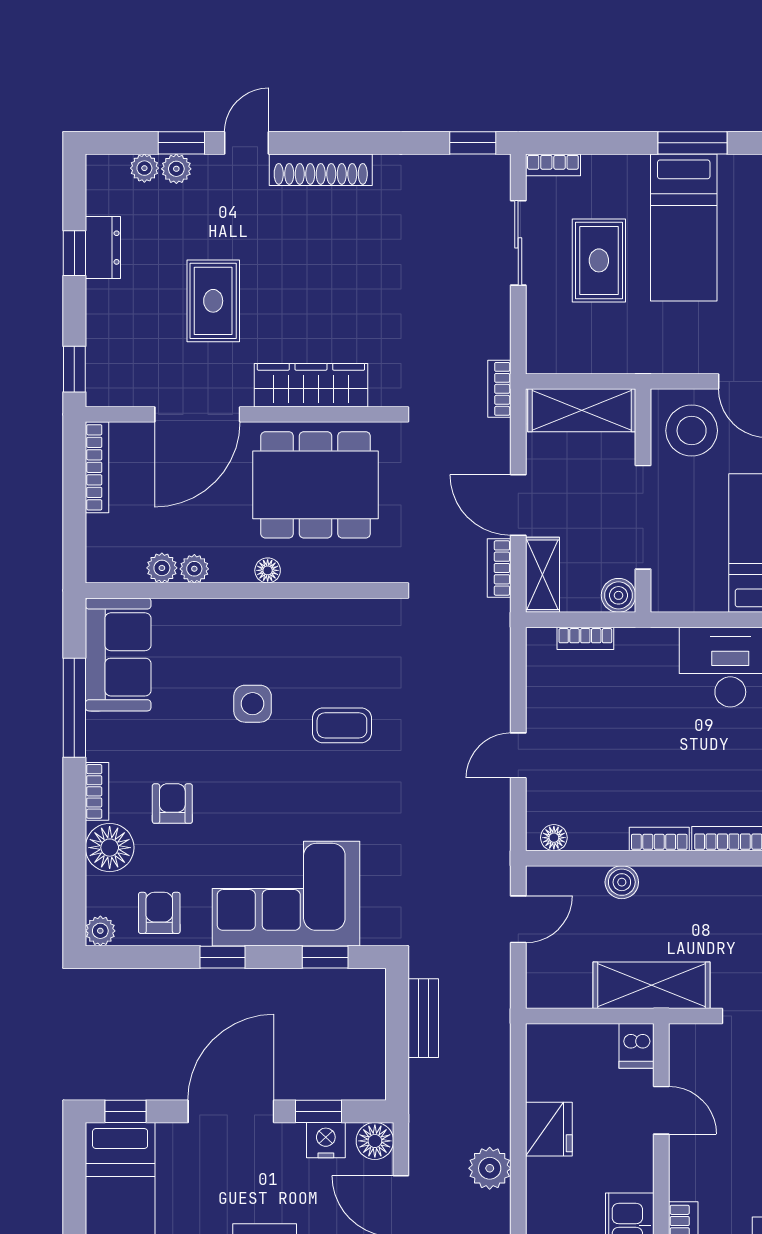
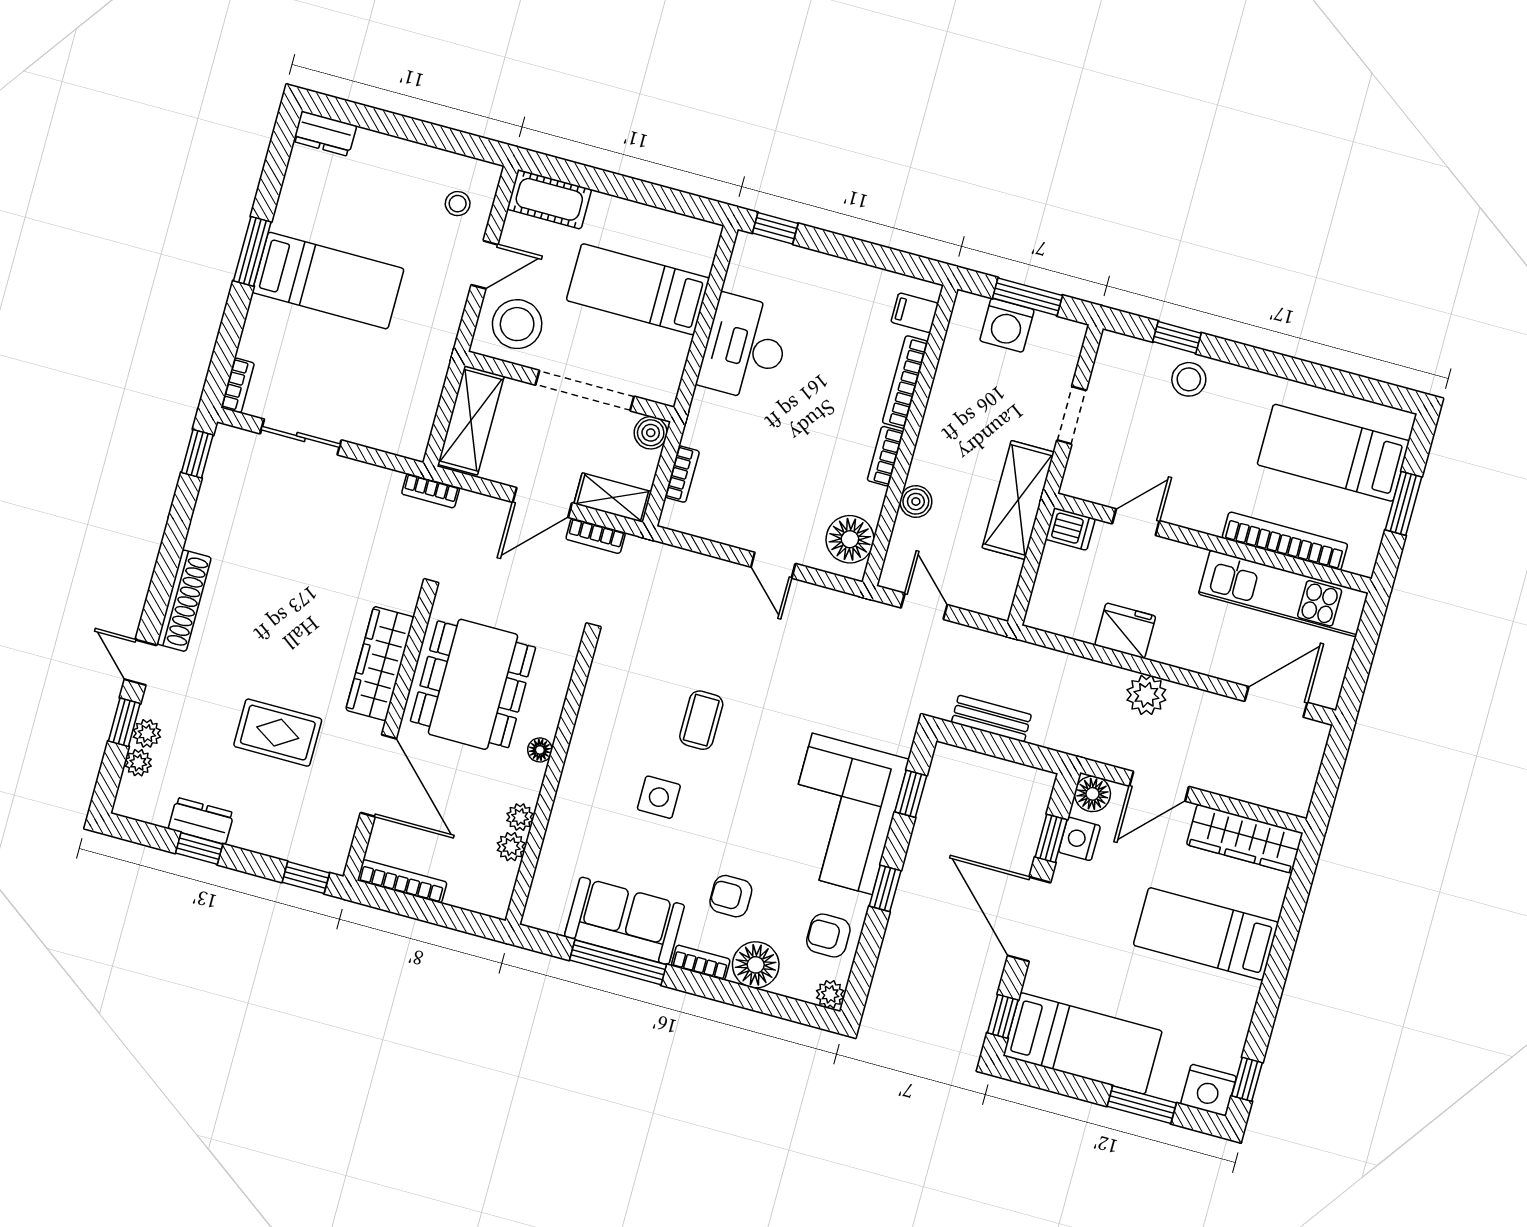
rug: (599, 260) -> (337, 367), removed
sofa: (118, 654) -> (624, 921), moved
floor lamp: (554, 838) -> (850, 539), width x1.89, depth x1.89

